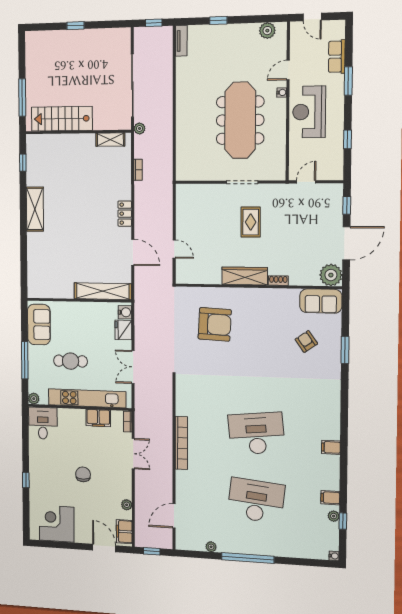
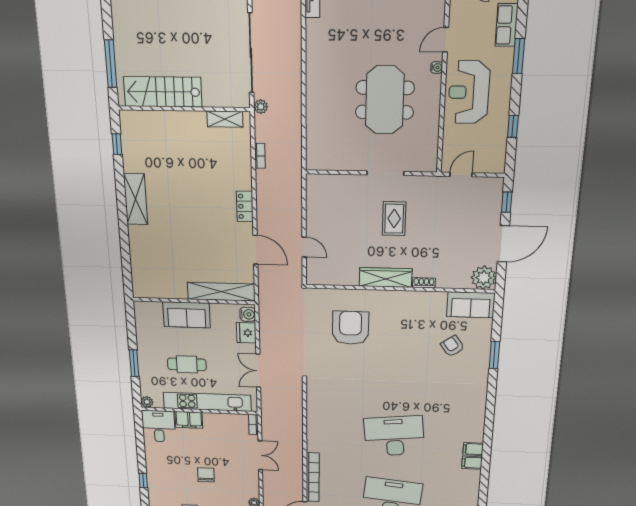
meeting table: (240, 120) -> (385, 100), width x0.73
sofa: (39, 324) -> (187, 315), moved, turned 90
armchair: (215, 324) -> (350, 328), turned -93
window: (25, 360) -> (134, 363), width x0.69
filing cabinet: (98, 418) -> (189, 420), moved
bookcase: (181, 443) -> (313, 477), moved
filing cabinet: (330, 498) -> (472, 463), moved

